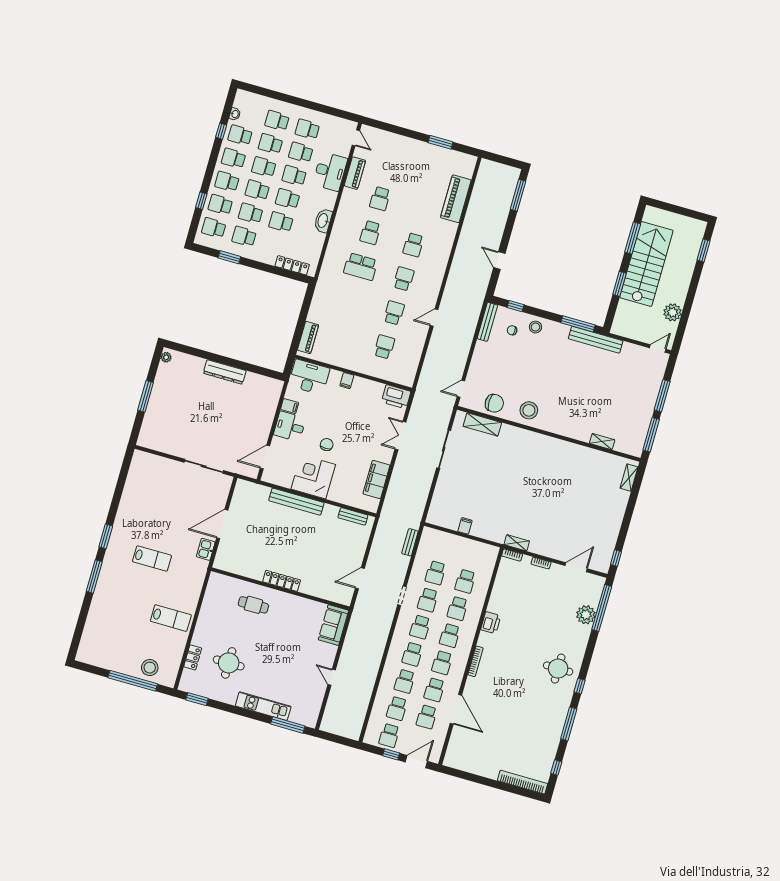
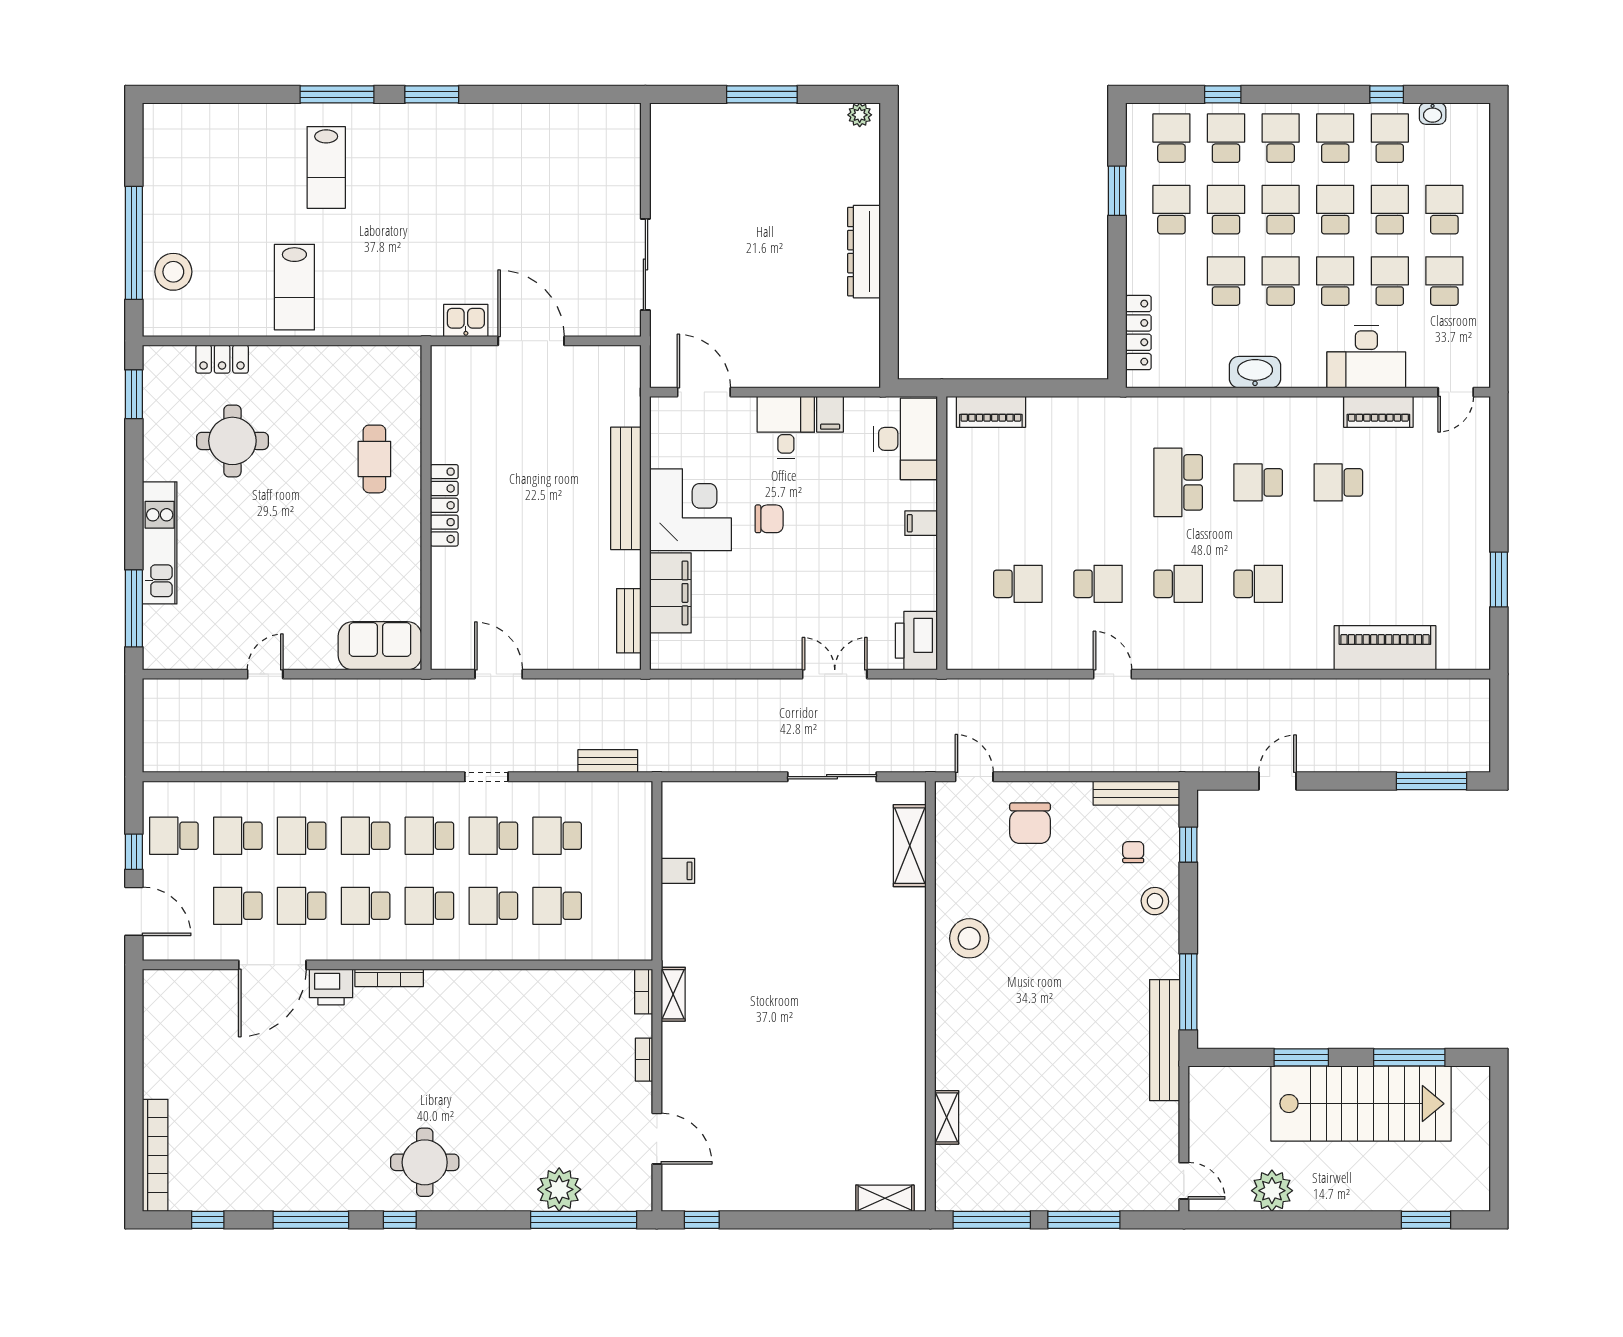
school desk: (413, 245) -> (1258, 584), turned 180
chair: (494, 403) -> (1030, 823), moved
filing cabinet: (376, 480) -> (670, 593), moved, turned 90
lab bench: (152, 559) -> (326, 167), moved
printer: (491, 623) -> (331, 987), moved

